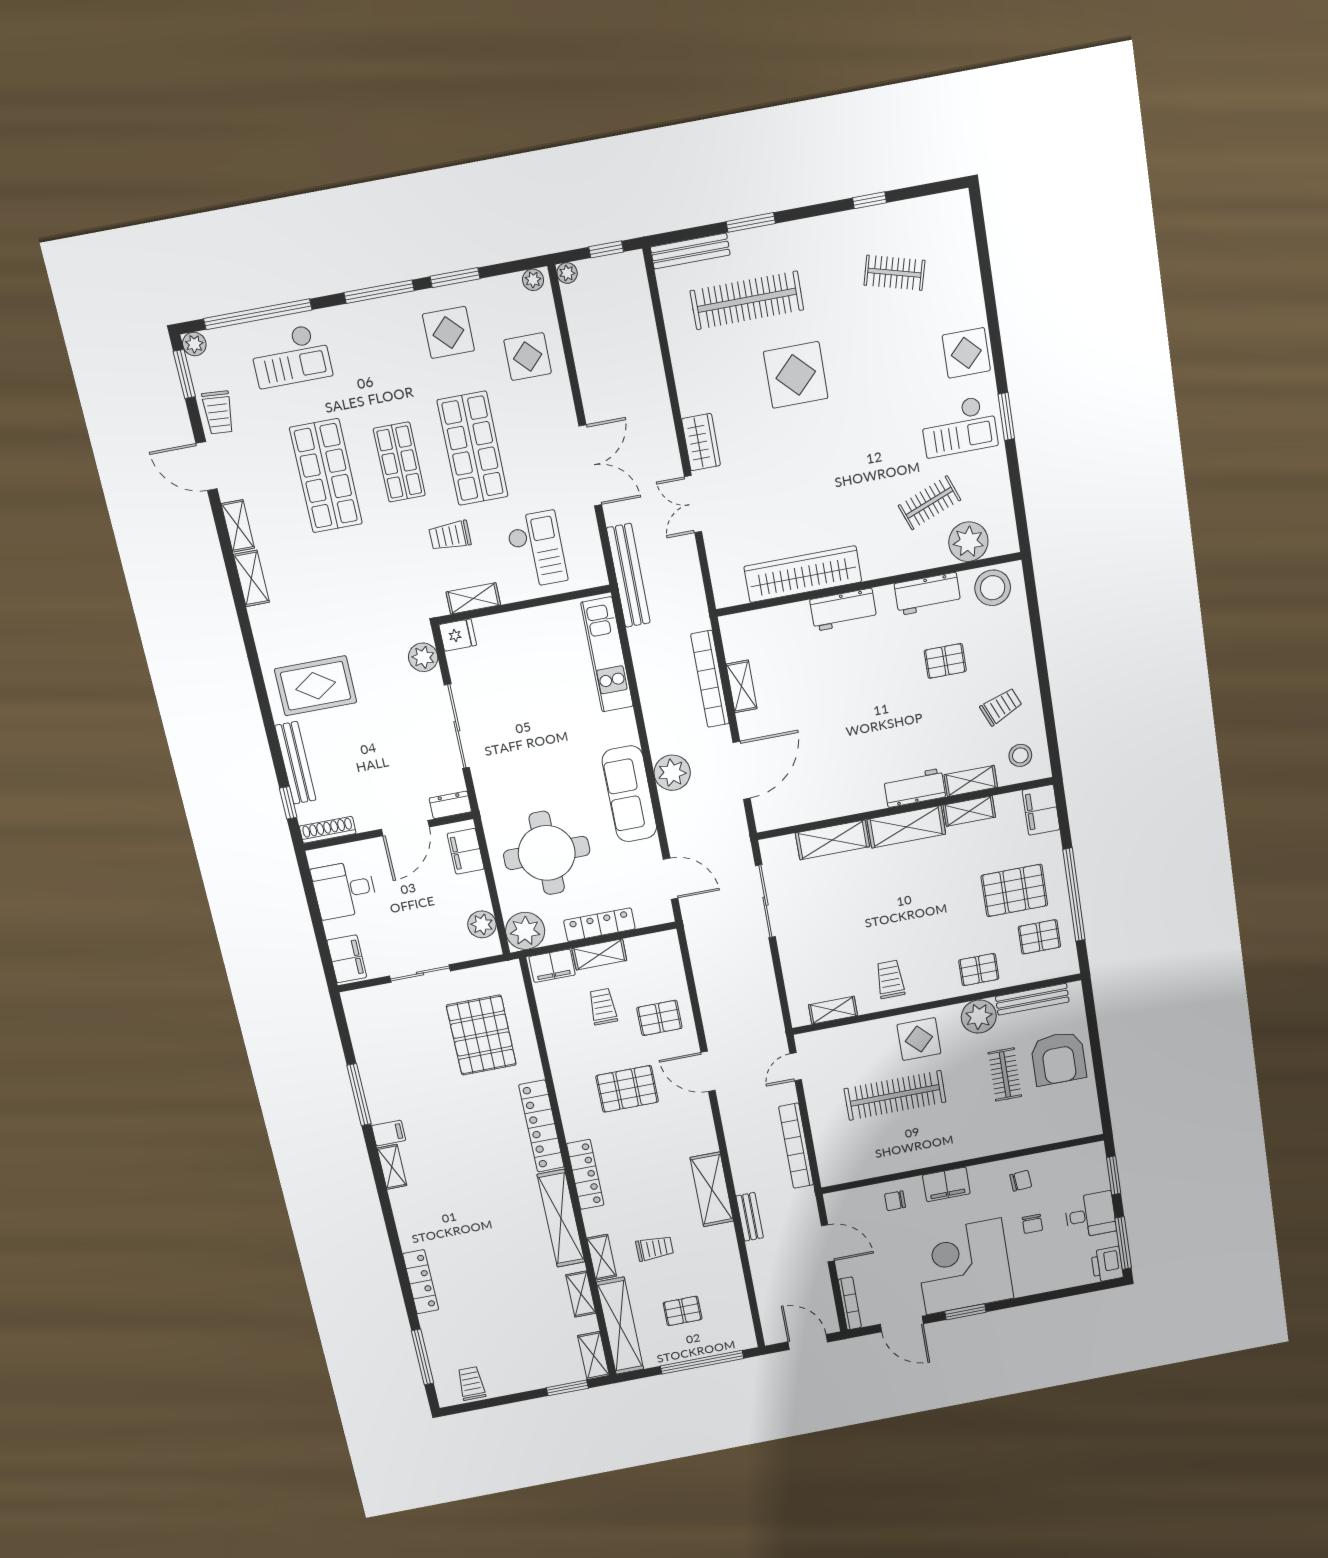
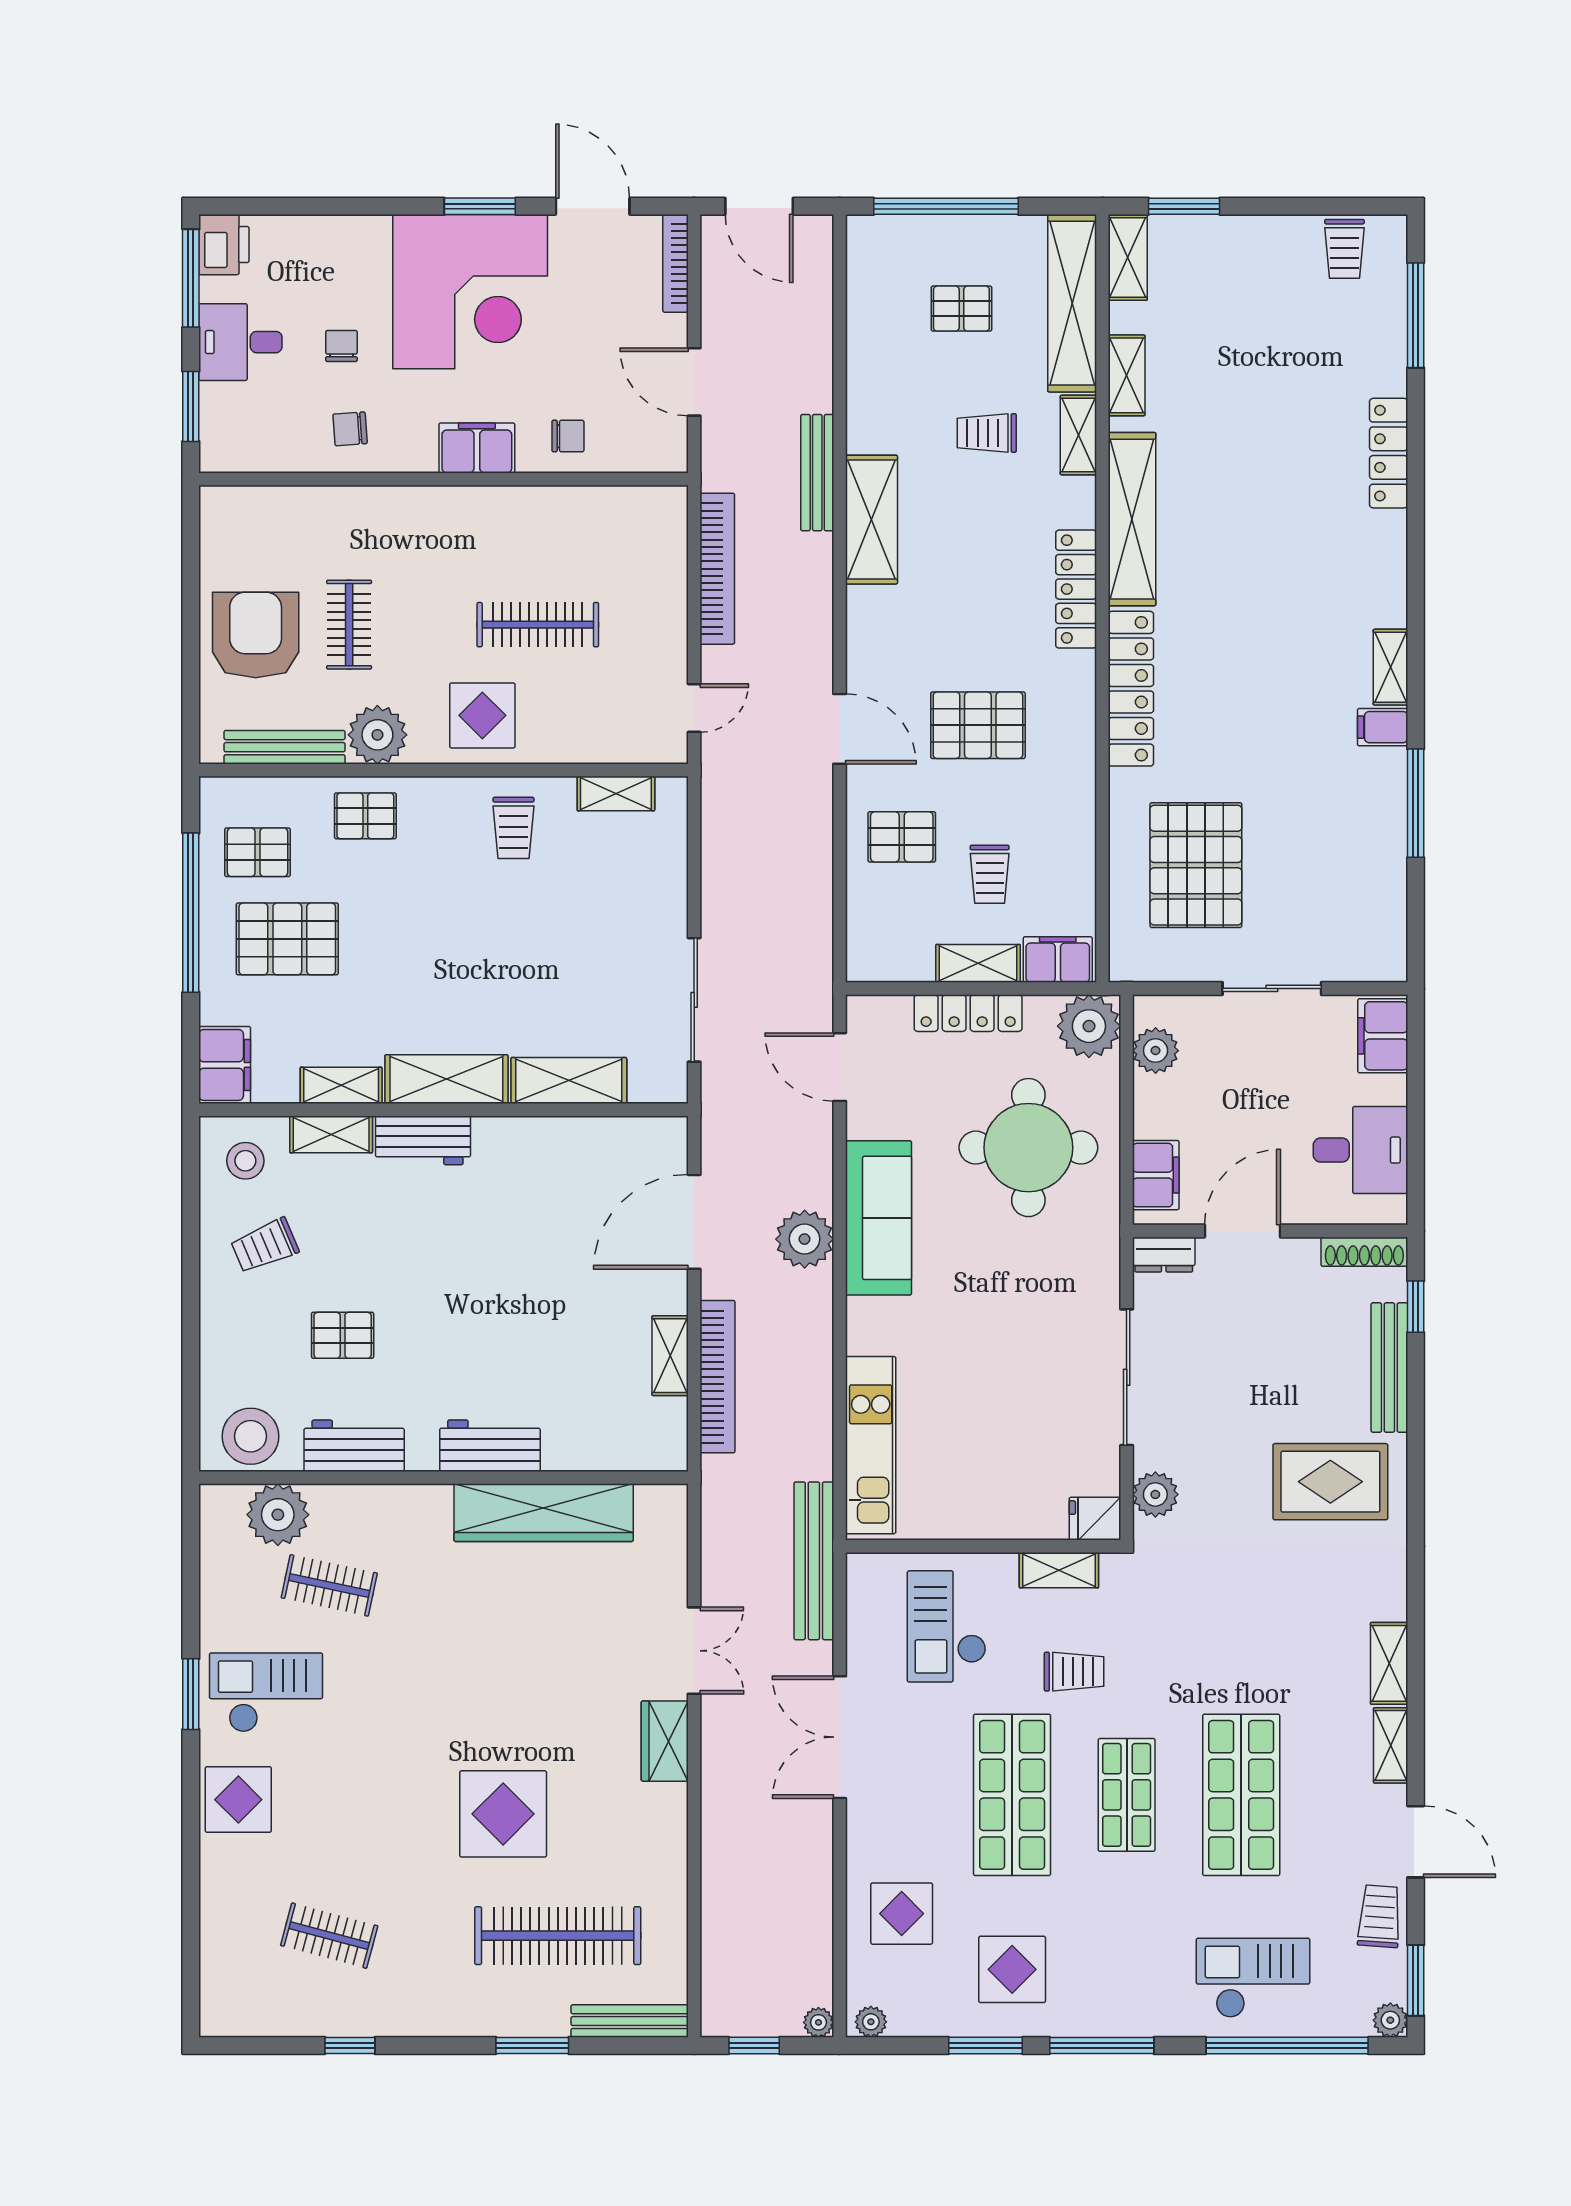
clothes rail: (930, 503) -> (329, 1585), turned 33
clothes rail: (895, 1095) -> (538, 625), width x0.73, depth x0.76
bench: (750, 1217) -> (817, 473), width x1.36

